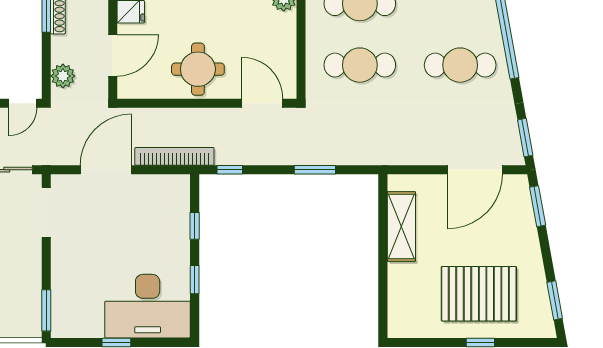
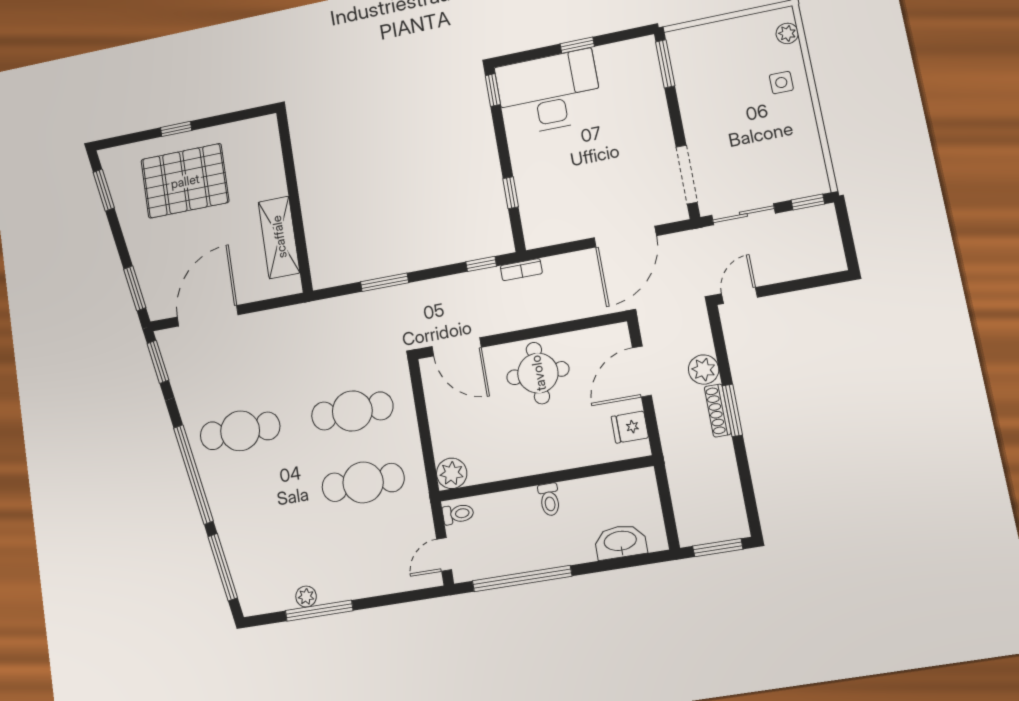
plant: (63, 76) -> (704, 369), moved
bookcase: (174, 156) -> (521, 270), width x0.43, depth x0.76
window: (195, 280) -> (493, 90), moved

